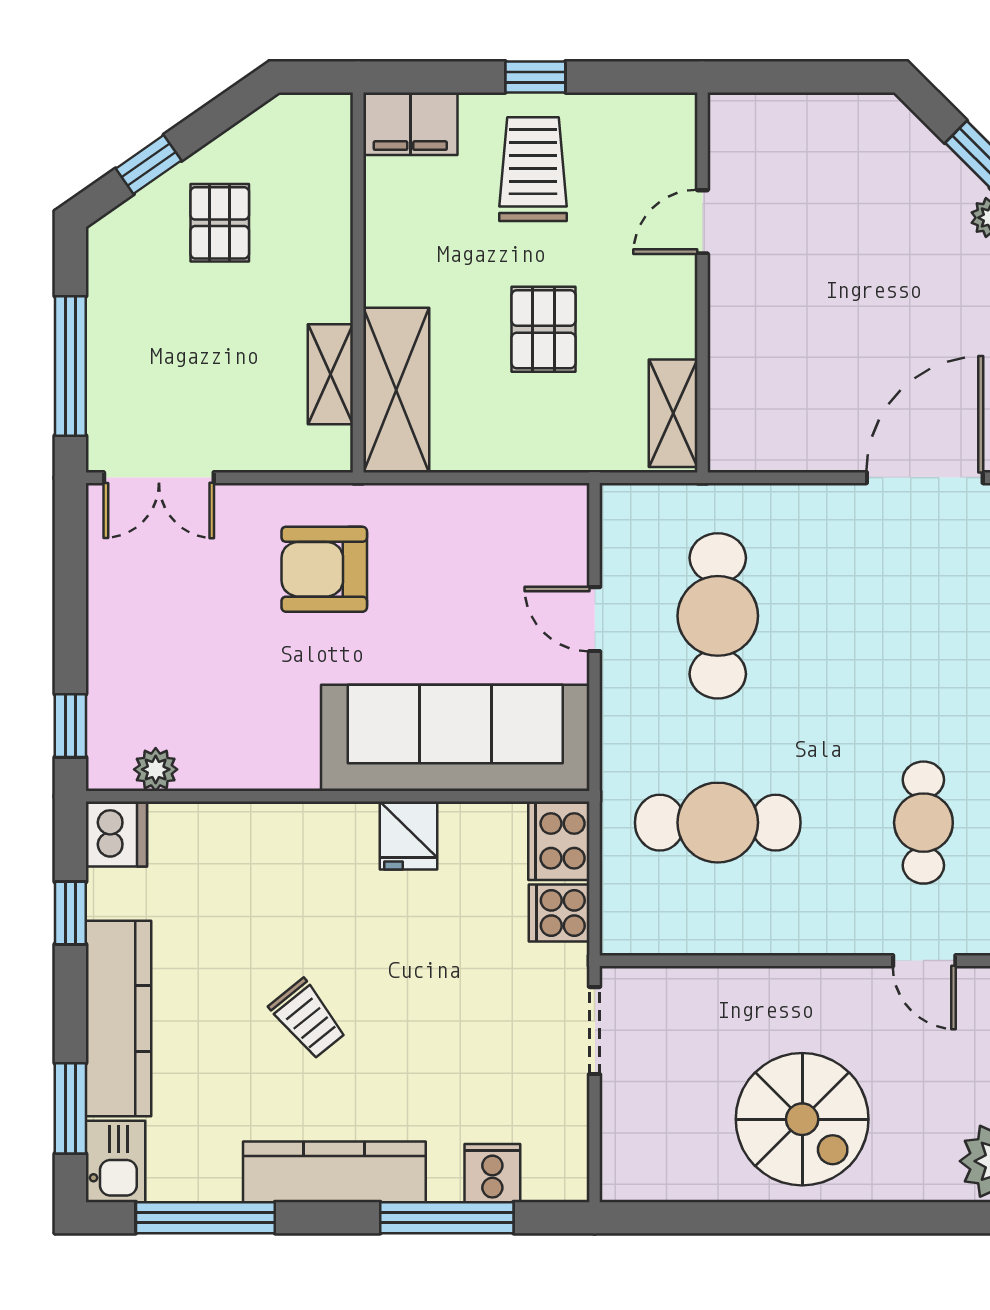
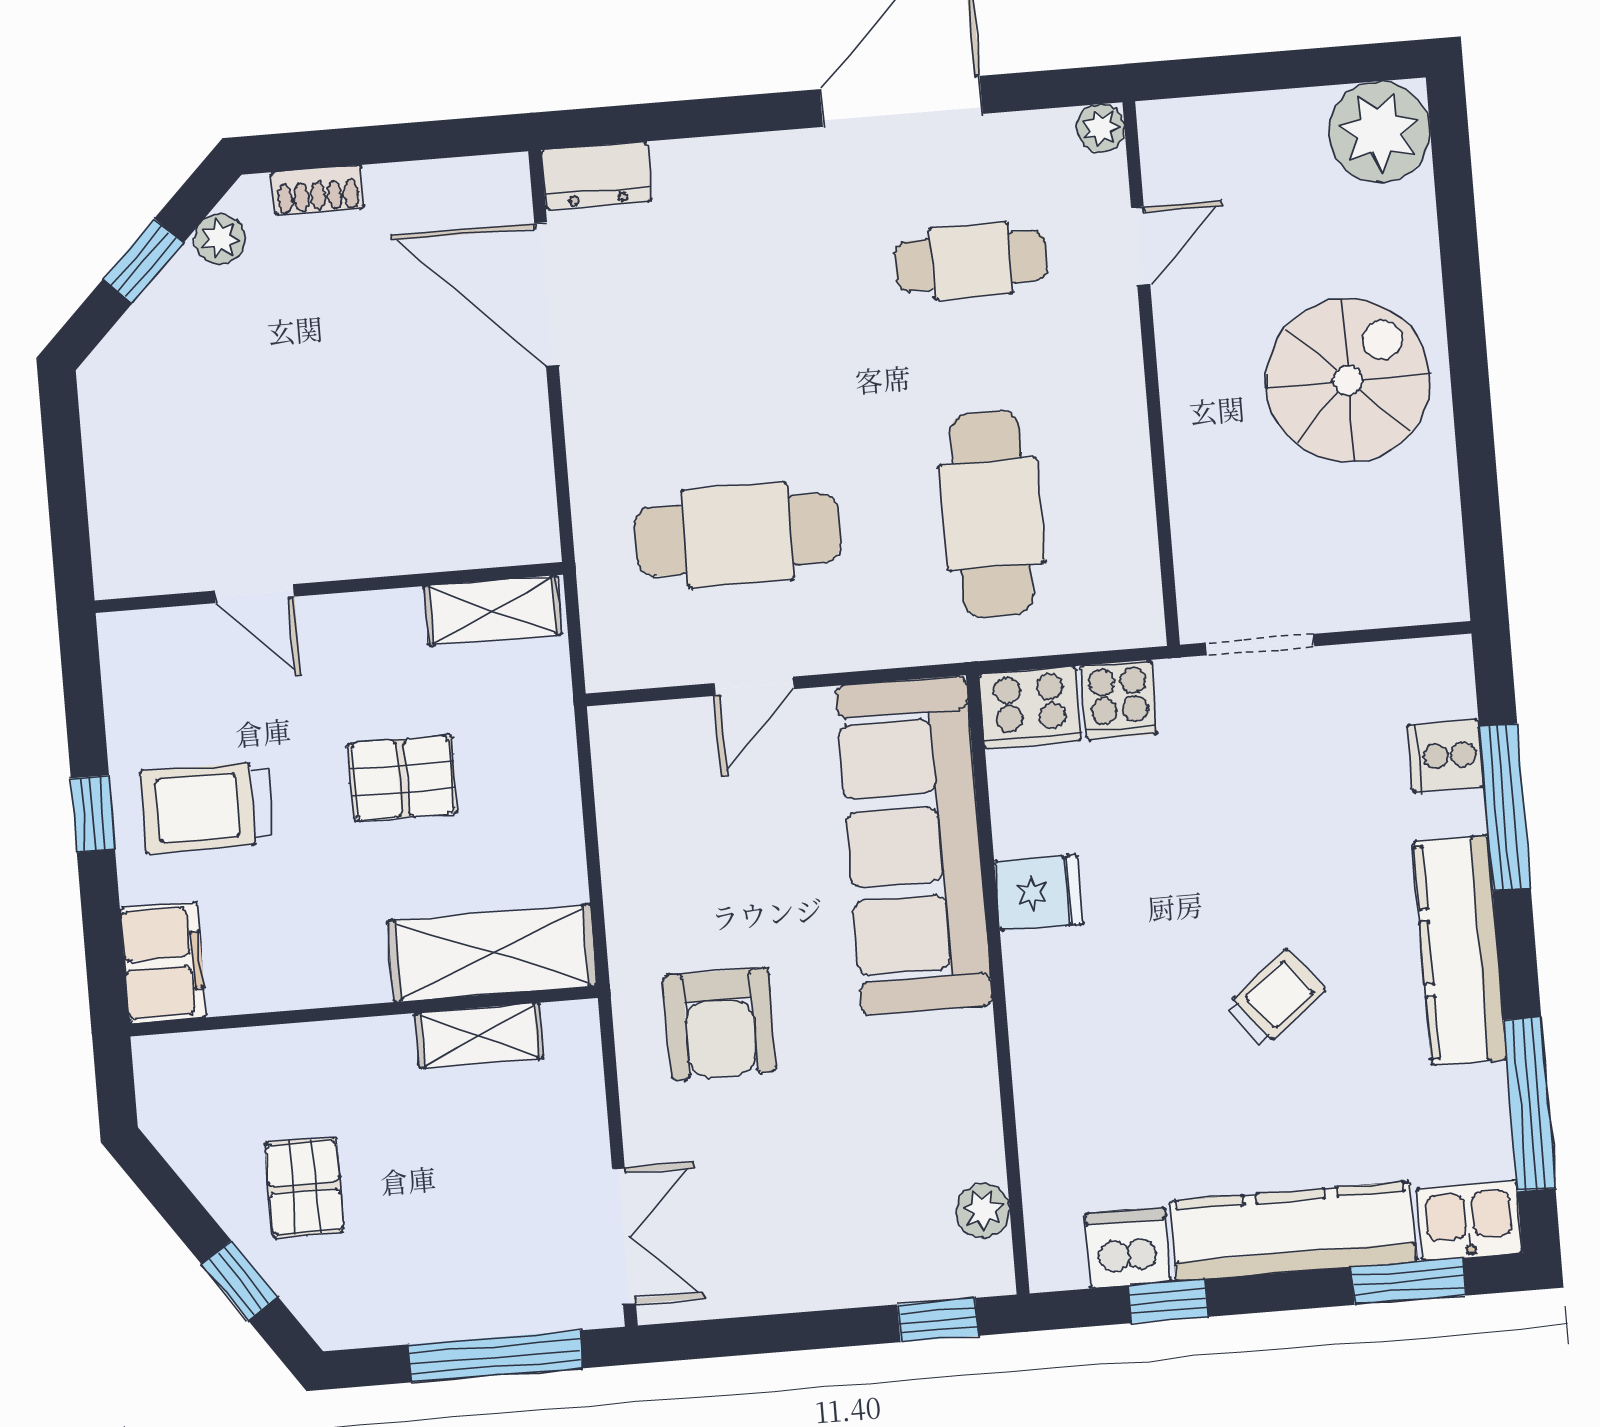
pallet: (220, 223) -> (304, 1187), turned 90
dishwasher: (116, 834) -> (1128, 1248), moved

